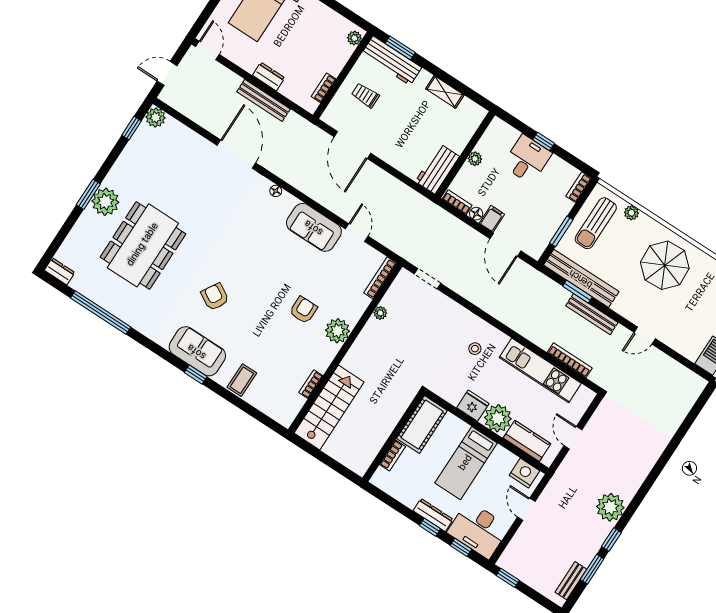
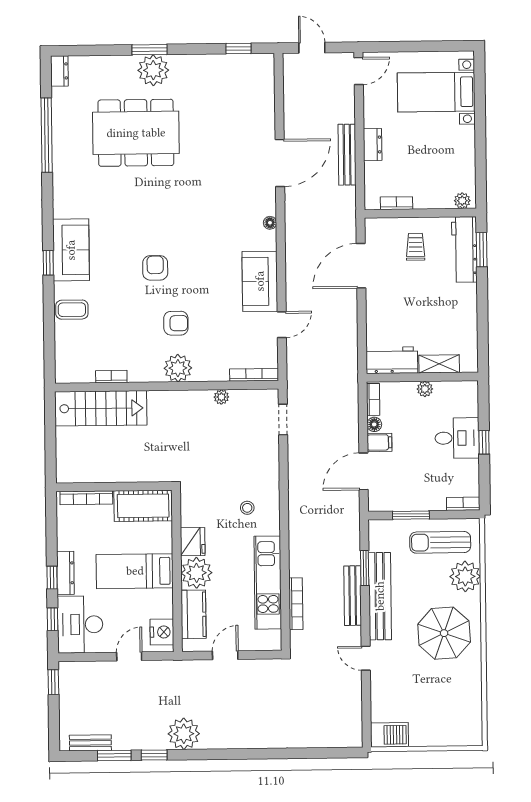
shelving: (445, 92) -> (439, 364), moved, turned 90
plant: (156, 117) -> (264, 64), removed
plant: (631, 213) -> (465, 576), width x1.88, depth x1.88
bench: (581, 278) -> (380, 596), moved
armchair: (215, 297) -> (155, 268), moved, turned -30
bookcase: (393, 455) -> (86, 498), width x1.56

